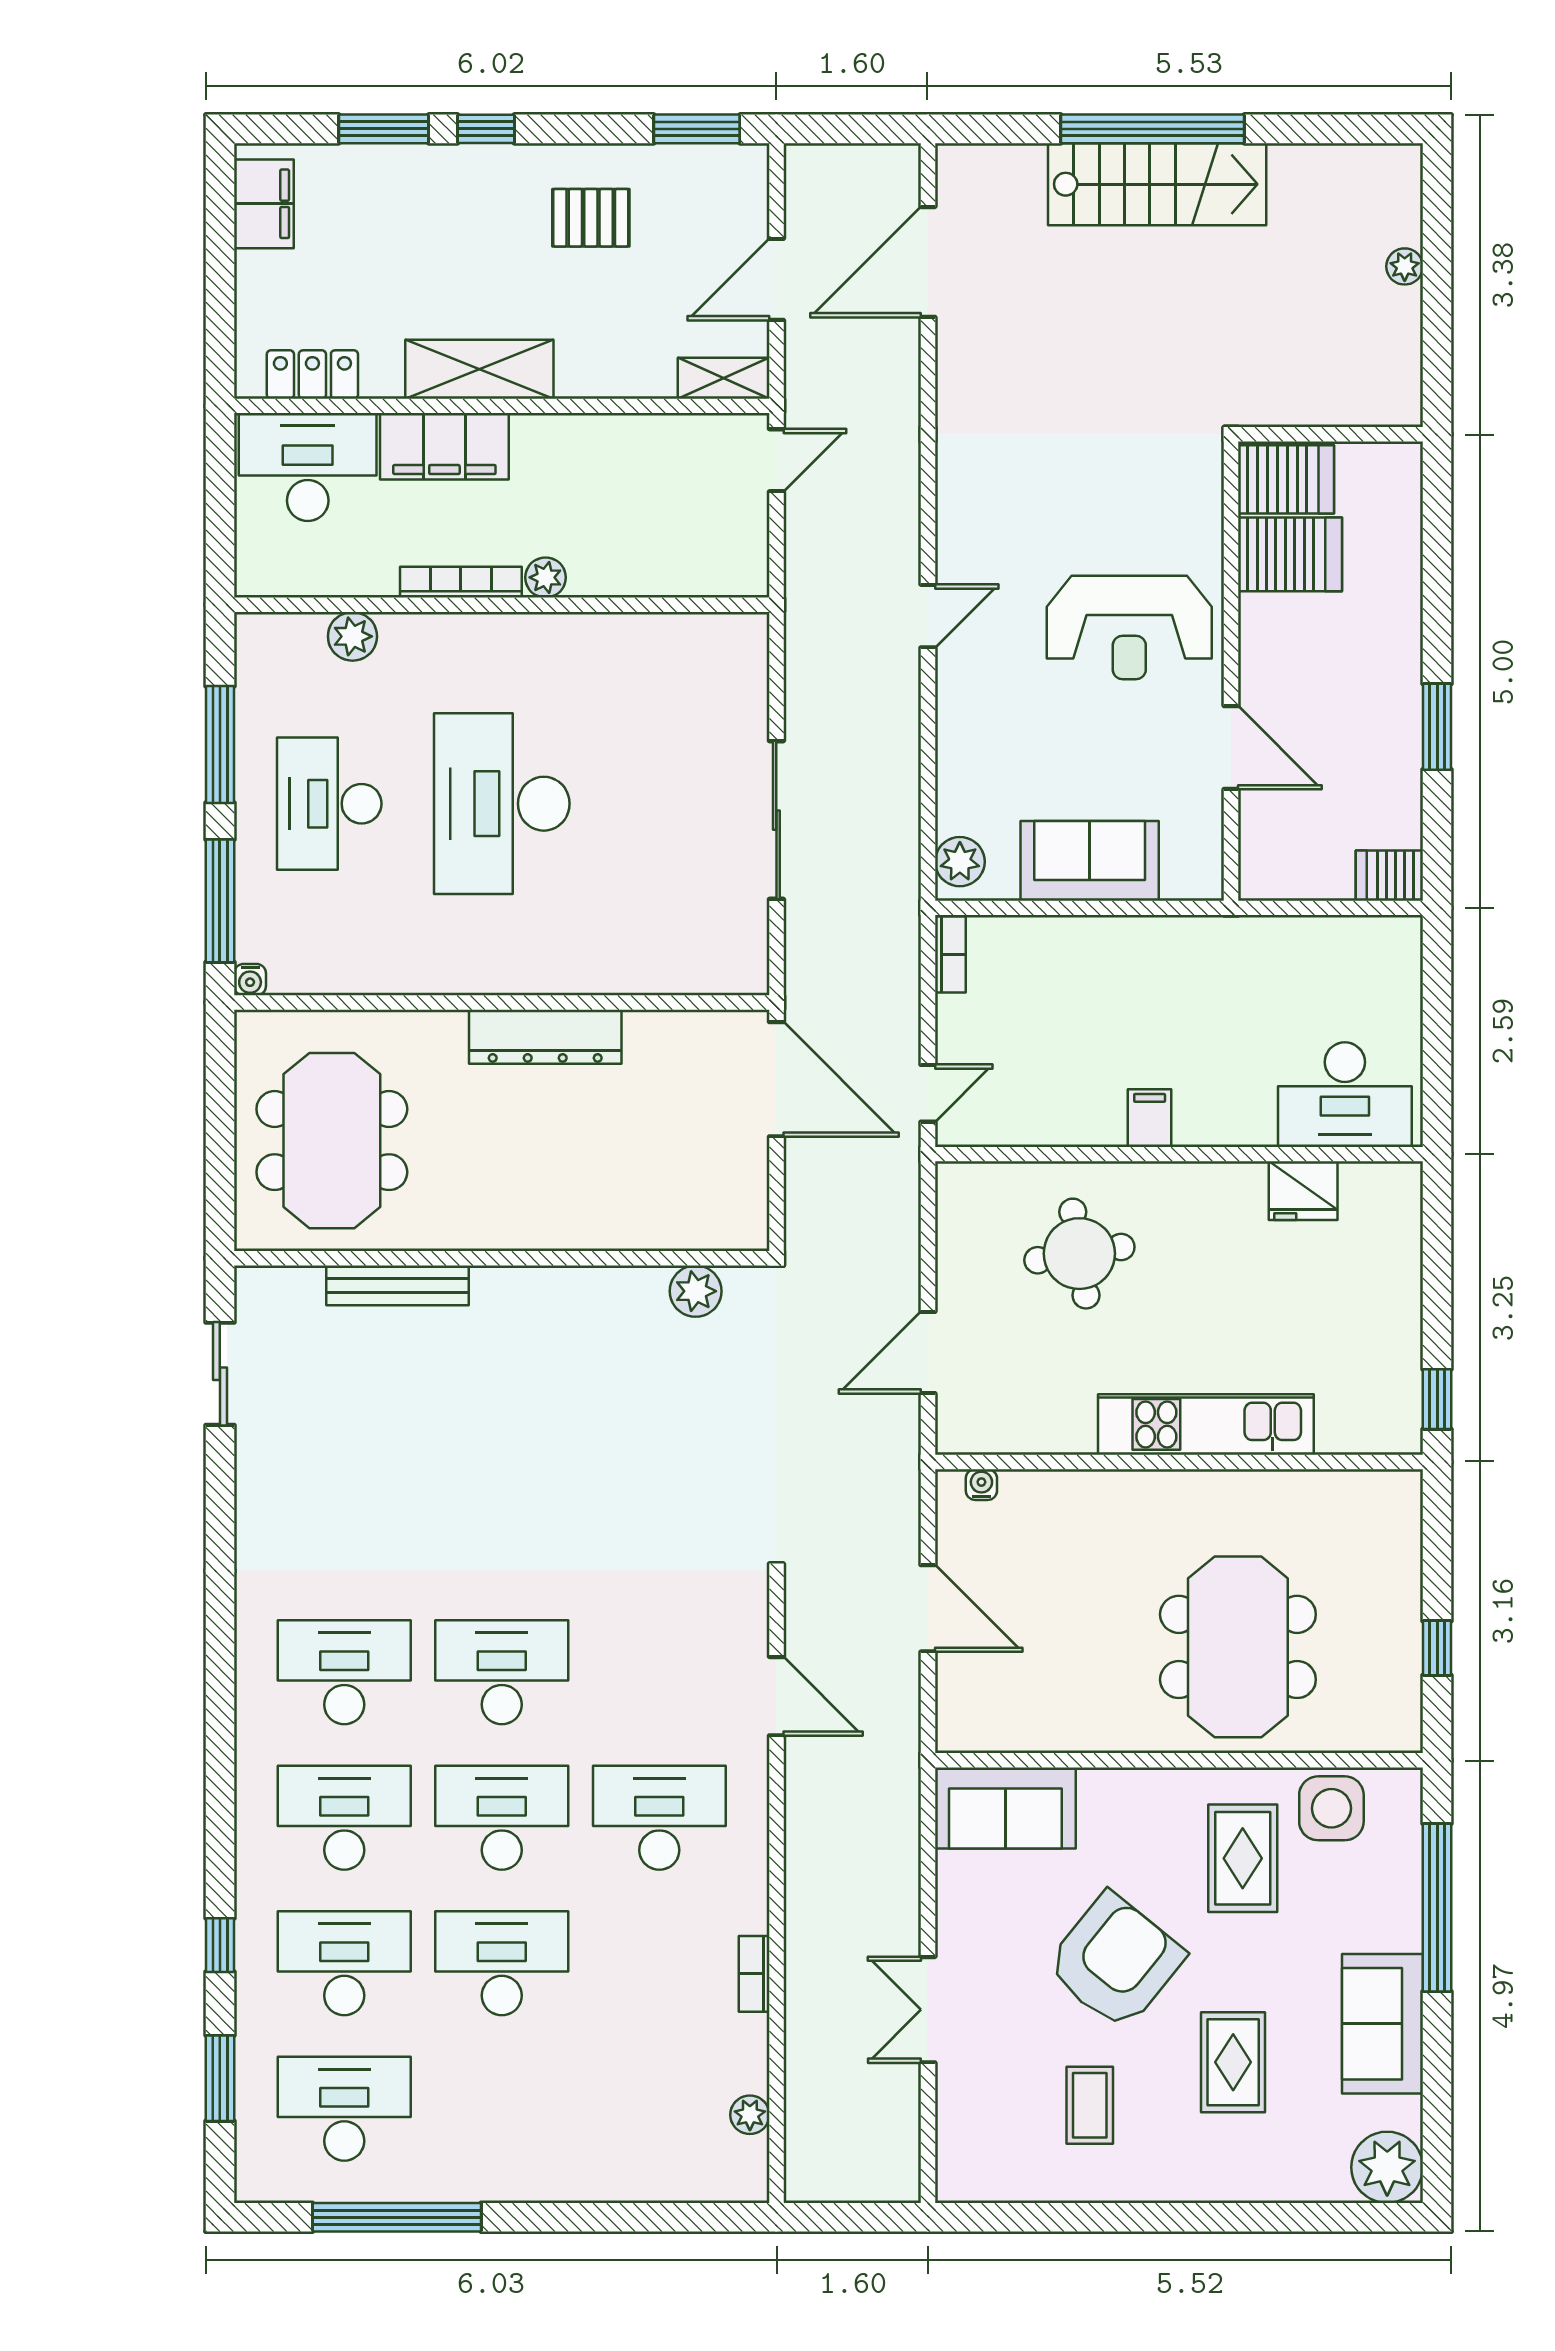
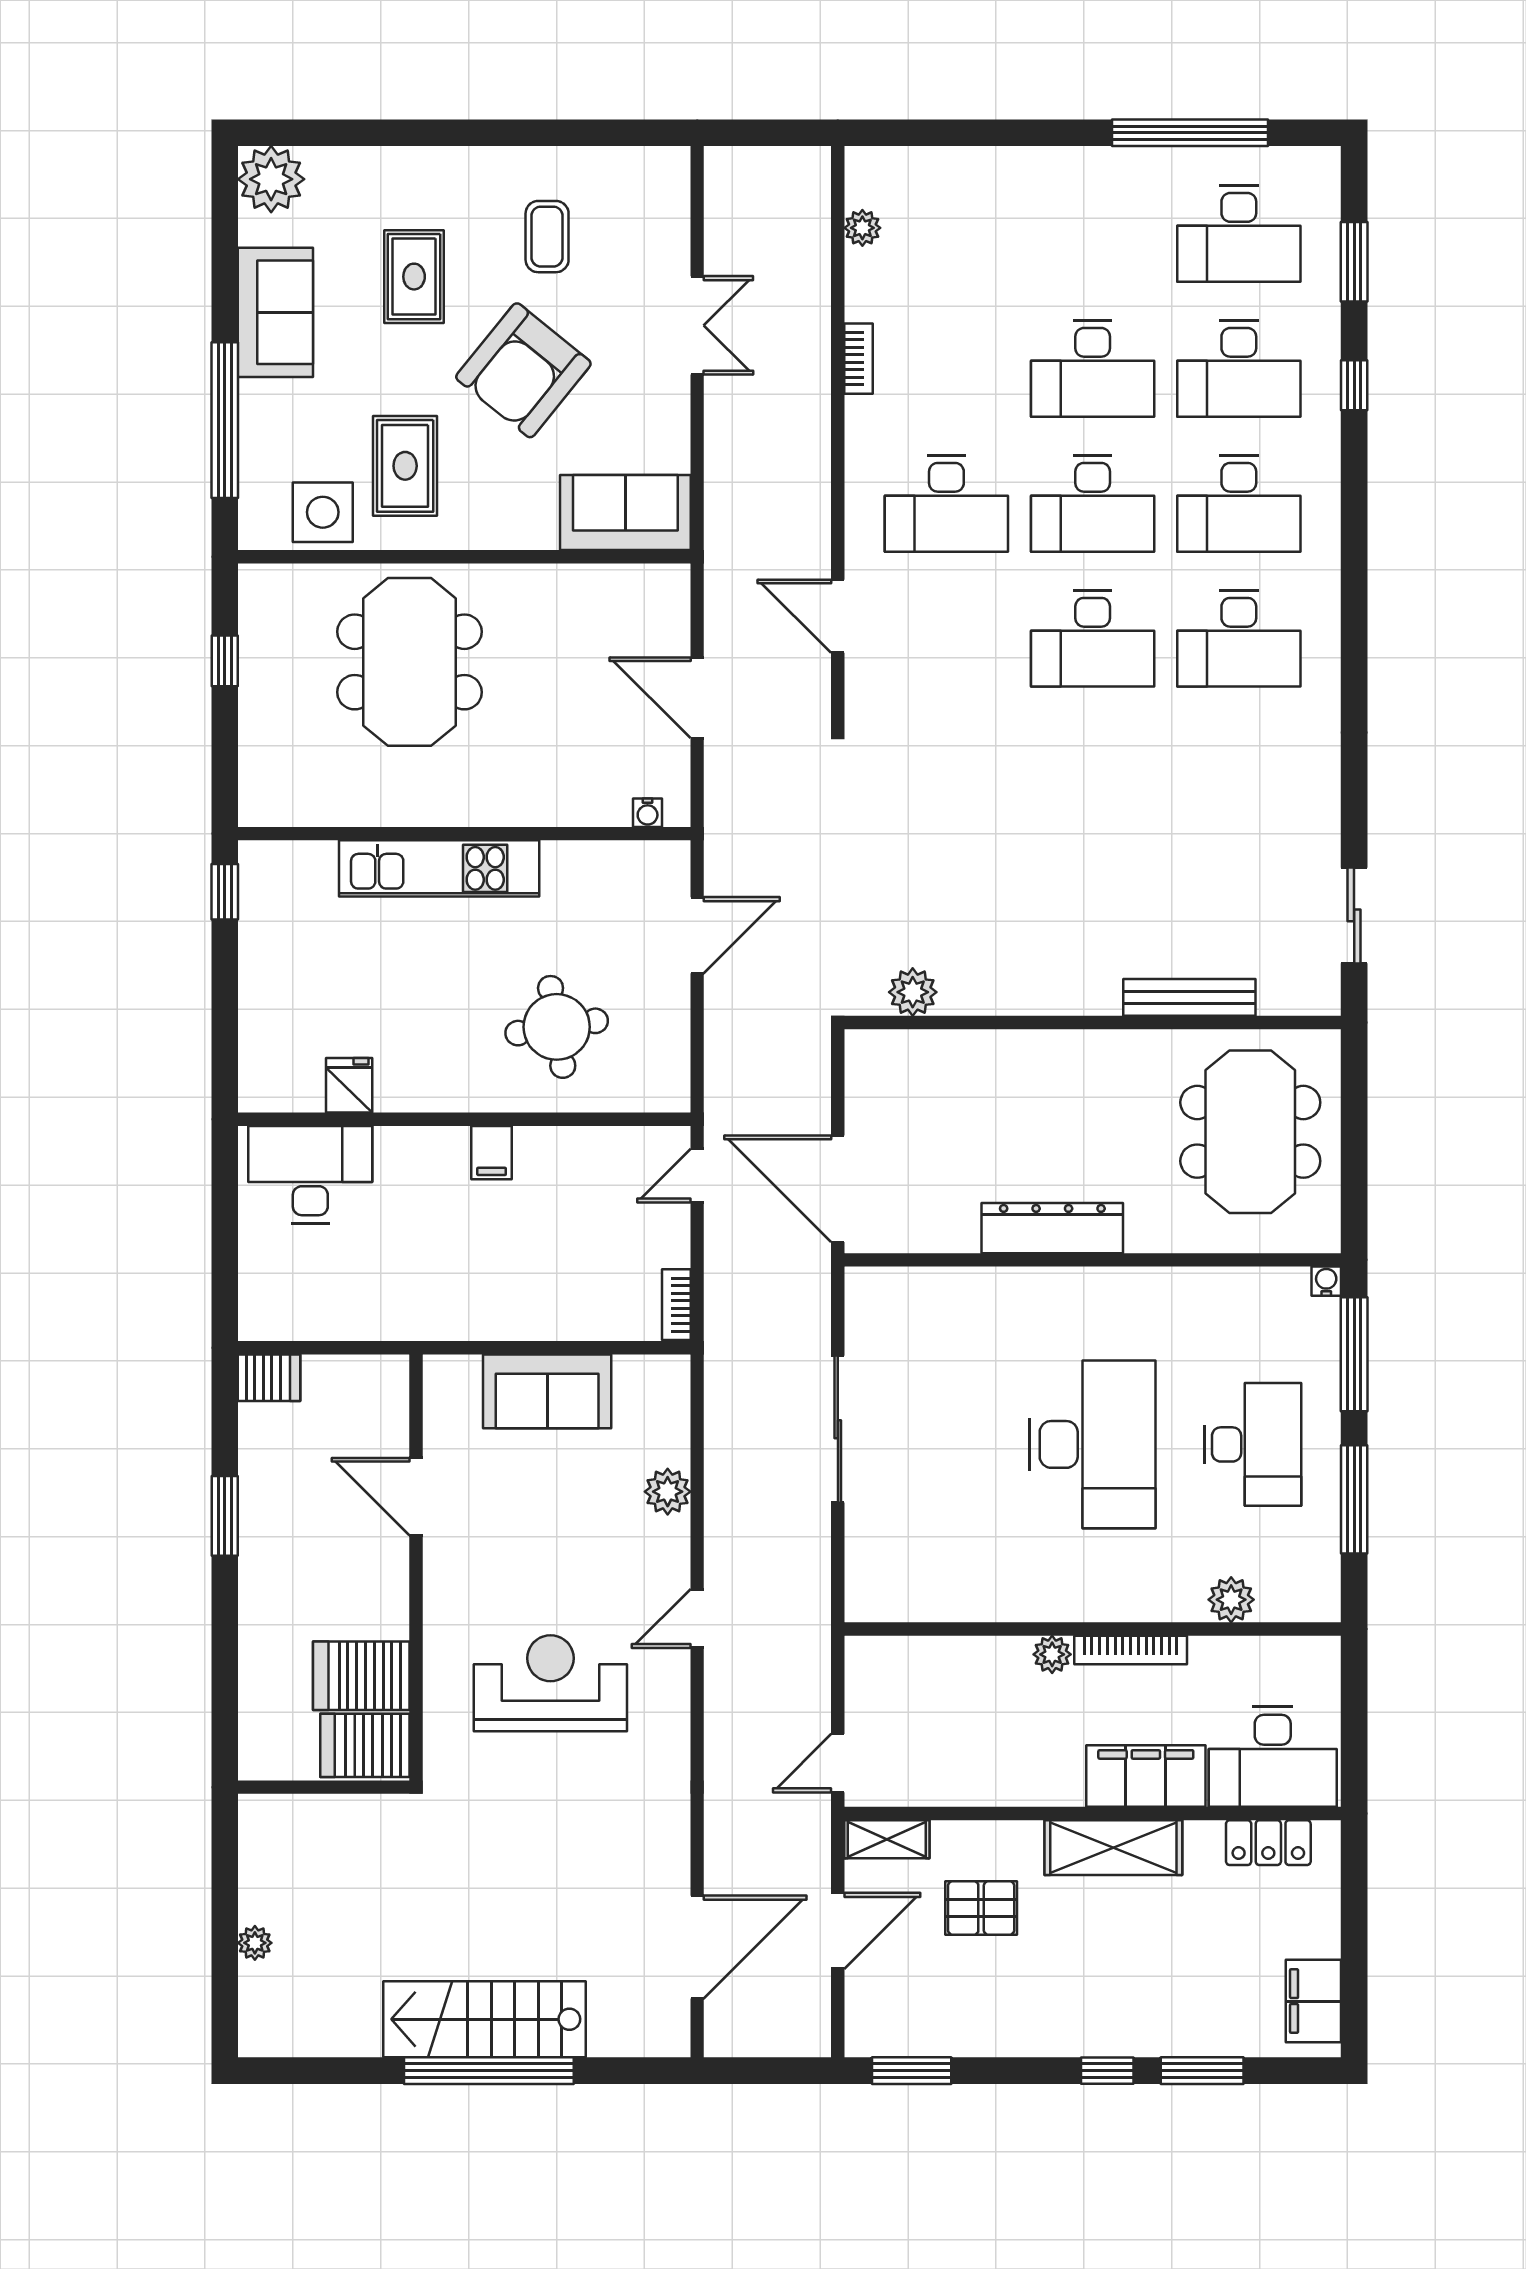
pallet: (591, 218) -> (981, 1908), moved
reception desk: (1129, 627) -> (550, 1683), moved
plant: (960, 862) -> (668, 1492), moved
fridge: (1303, 1191) -> (349, 1085), width x0.72

